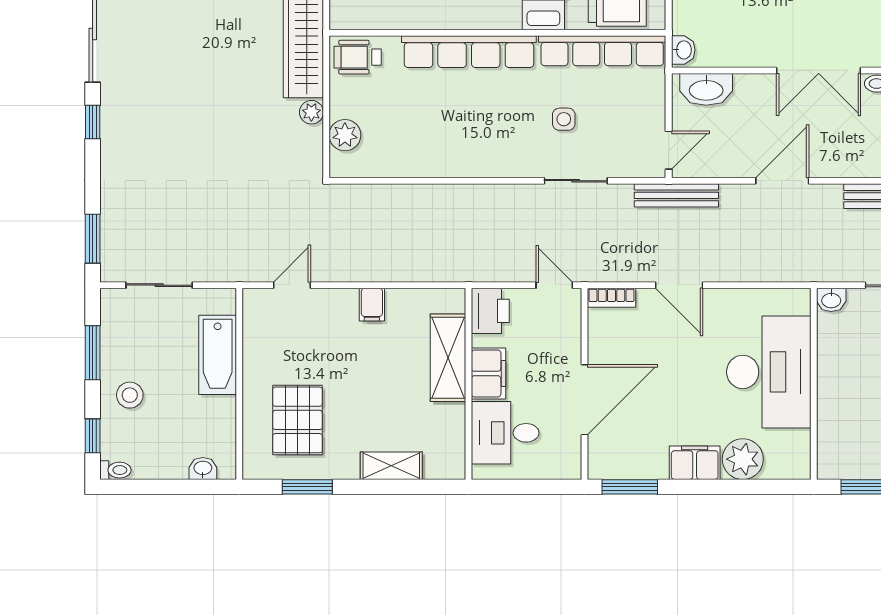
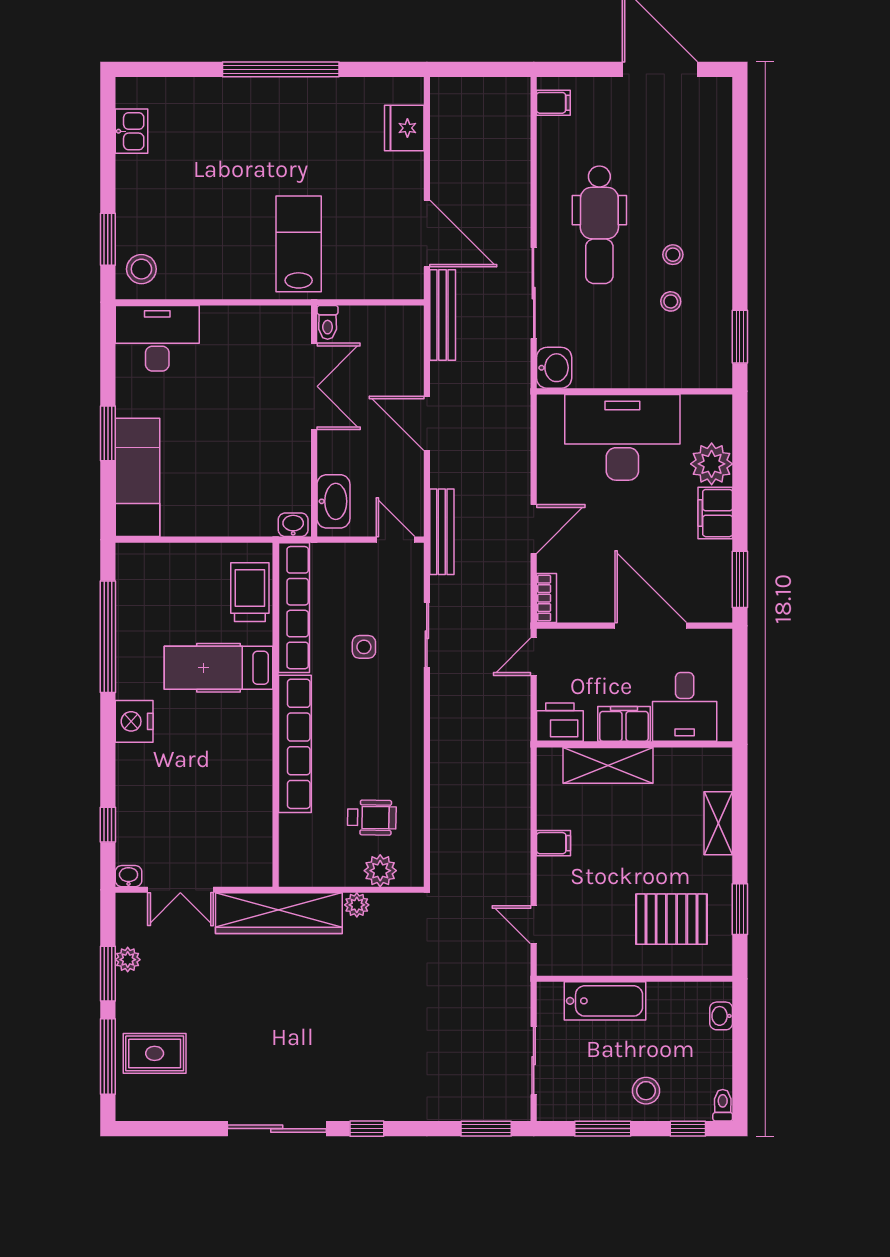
wheelchair: (358, 57) -> (372, 818), moved, turned -89
washbasin: (831, 300) -> (554, 368), width x1.38, depth x1.45

